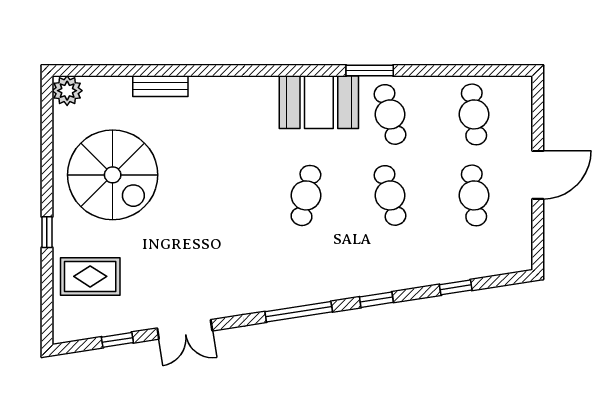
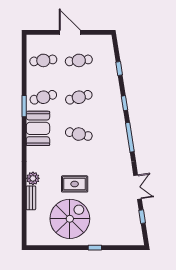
plant: (67, 91) -> (33, 178), moved
rug: (90, 276) -> (75, 184), moved, turned 90

